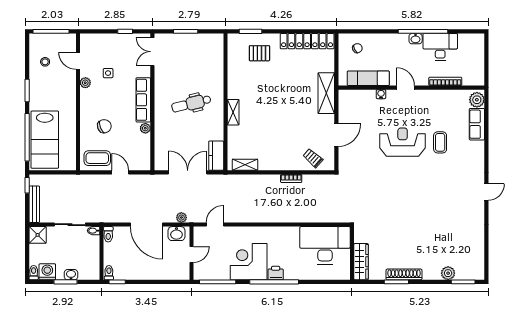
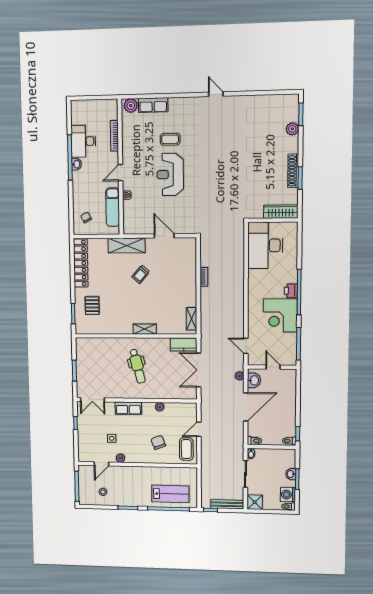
row of seats: (143, 100) -> (128, 408), width x0.68
lab bench: (45, 140) -> (170, 494), width x0.73, depth x0.72
trolley: (313, 158) -> (141, 274), moved

